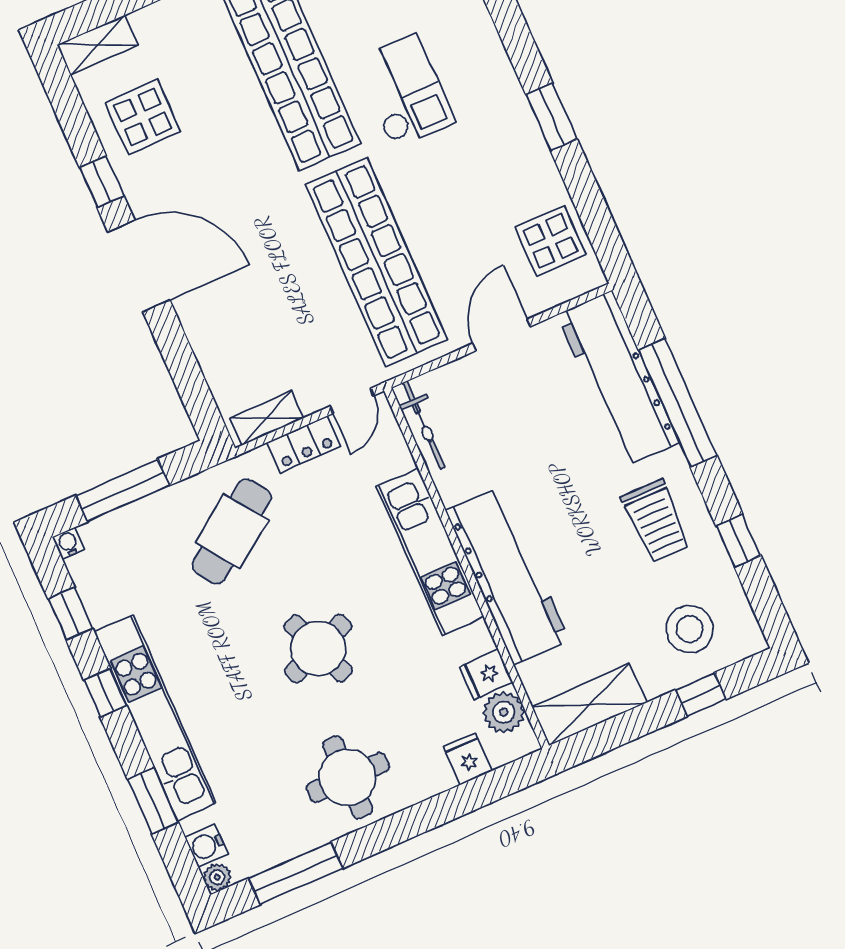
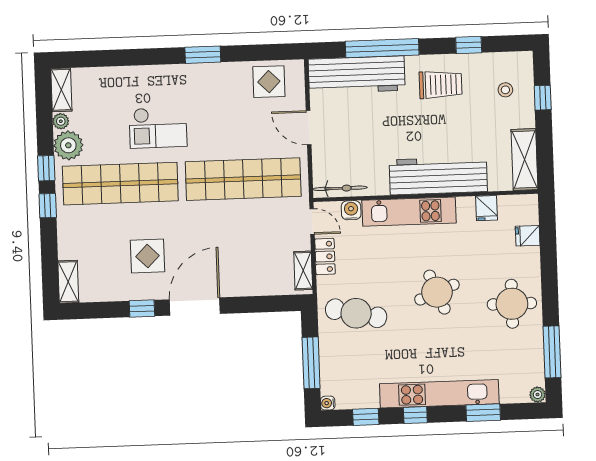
checkout: (405, 91) -> (158, 128), turned 180
display table: (143, 117) -> (148, 256), moved
cafe table: (232, 531) -> (356, 313), turned -41
stool: (690, 629) -> (505, 90), width x0.53, depth x0.53
plant: (504, 712) -> (510, 207), removed
water cooler: (207, 846) -> (351, 210), moved, turned 180

